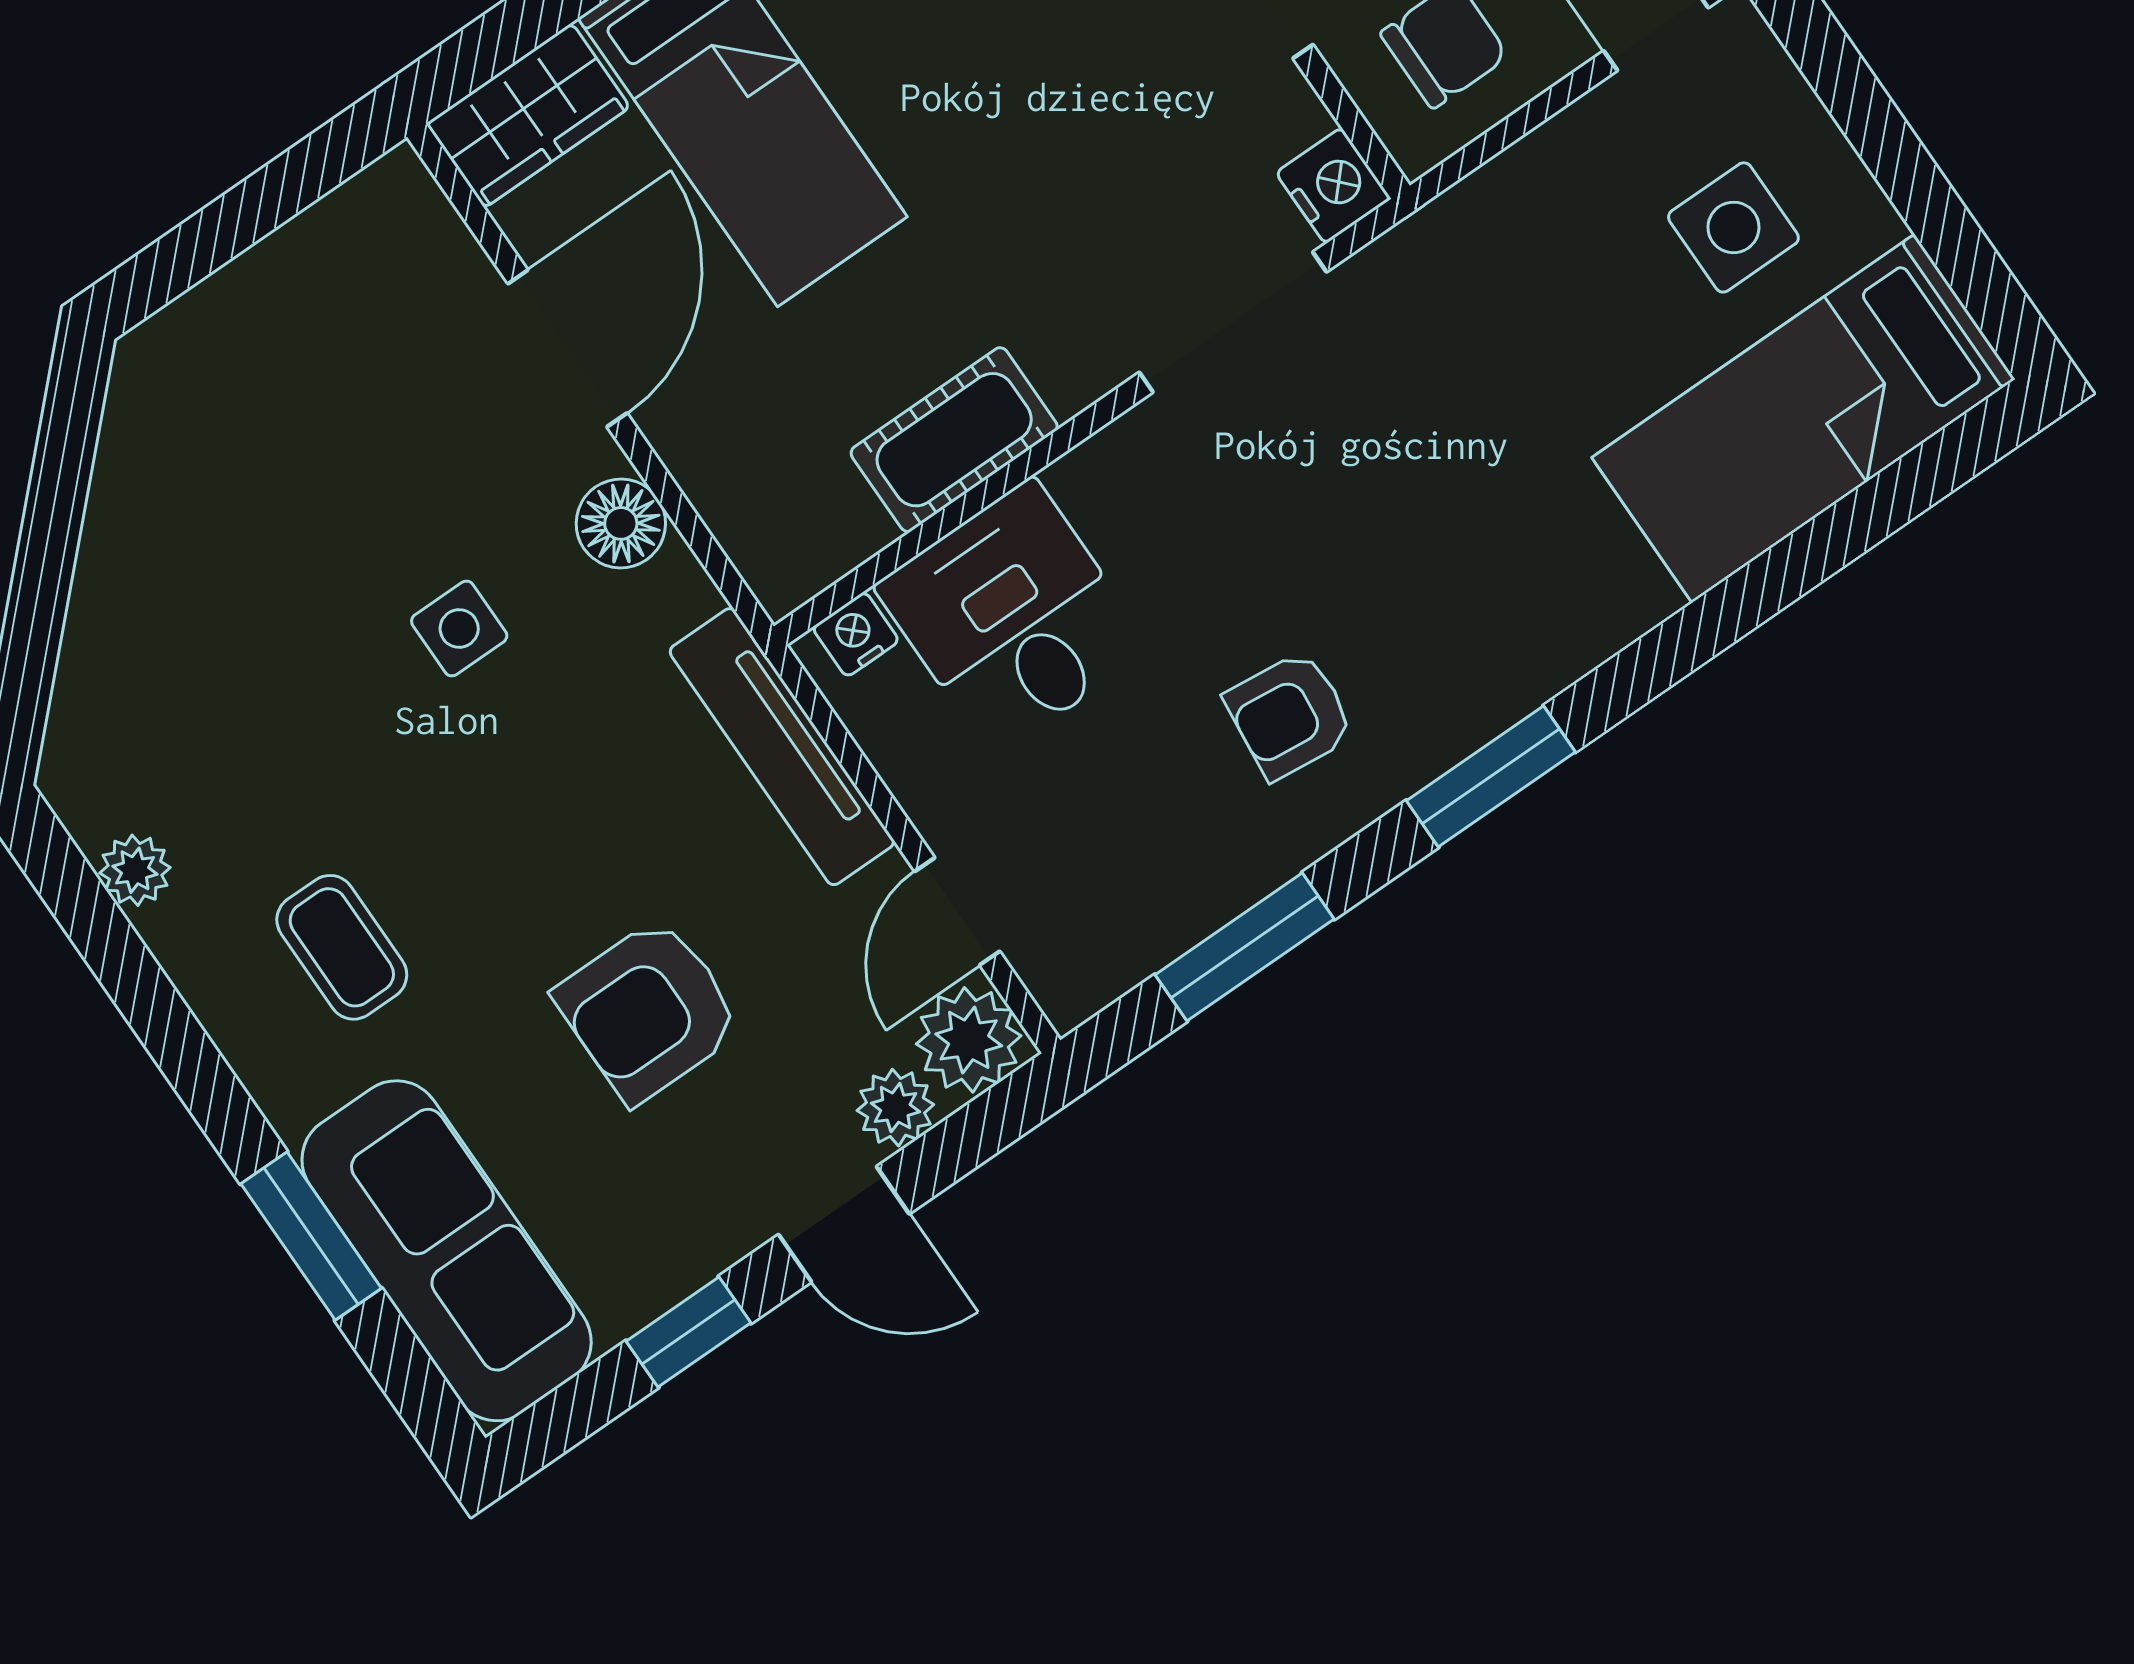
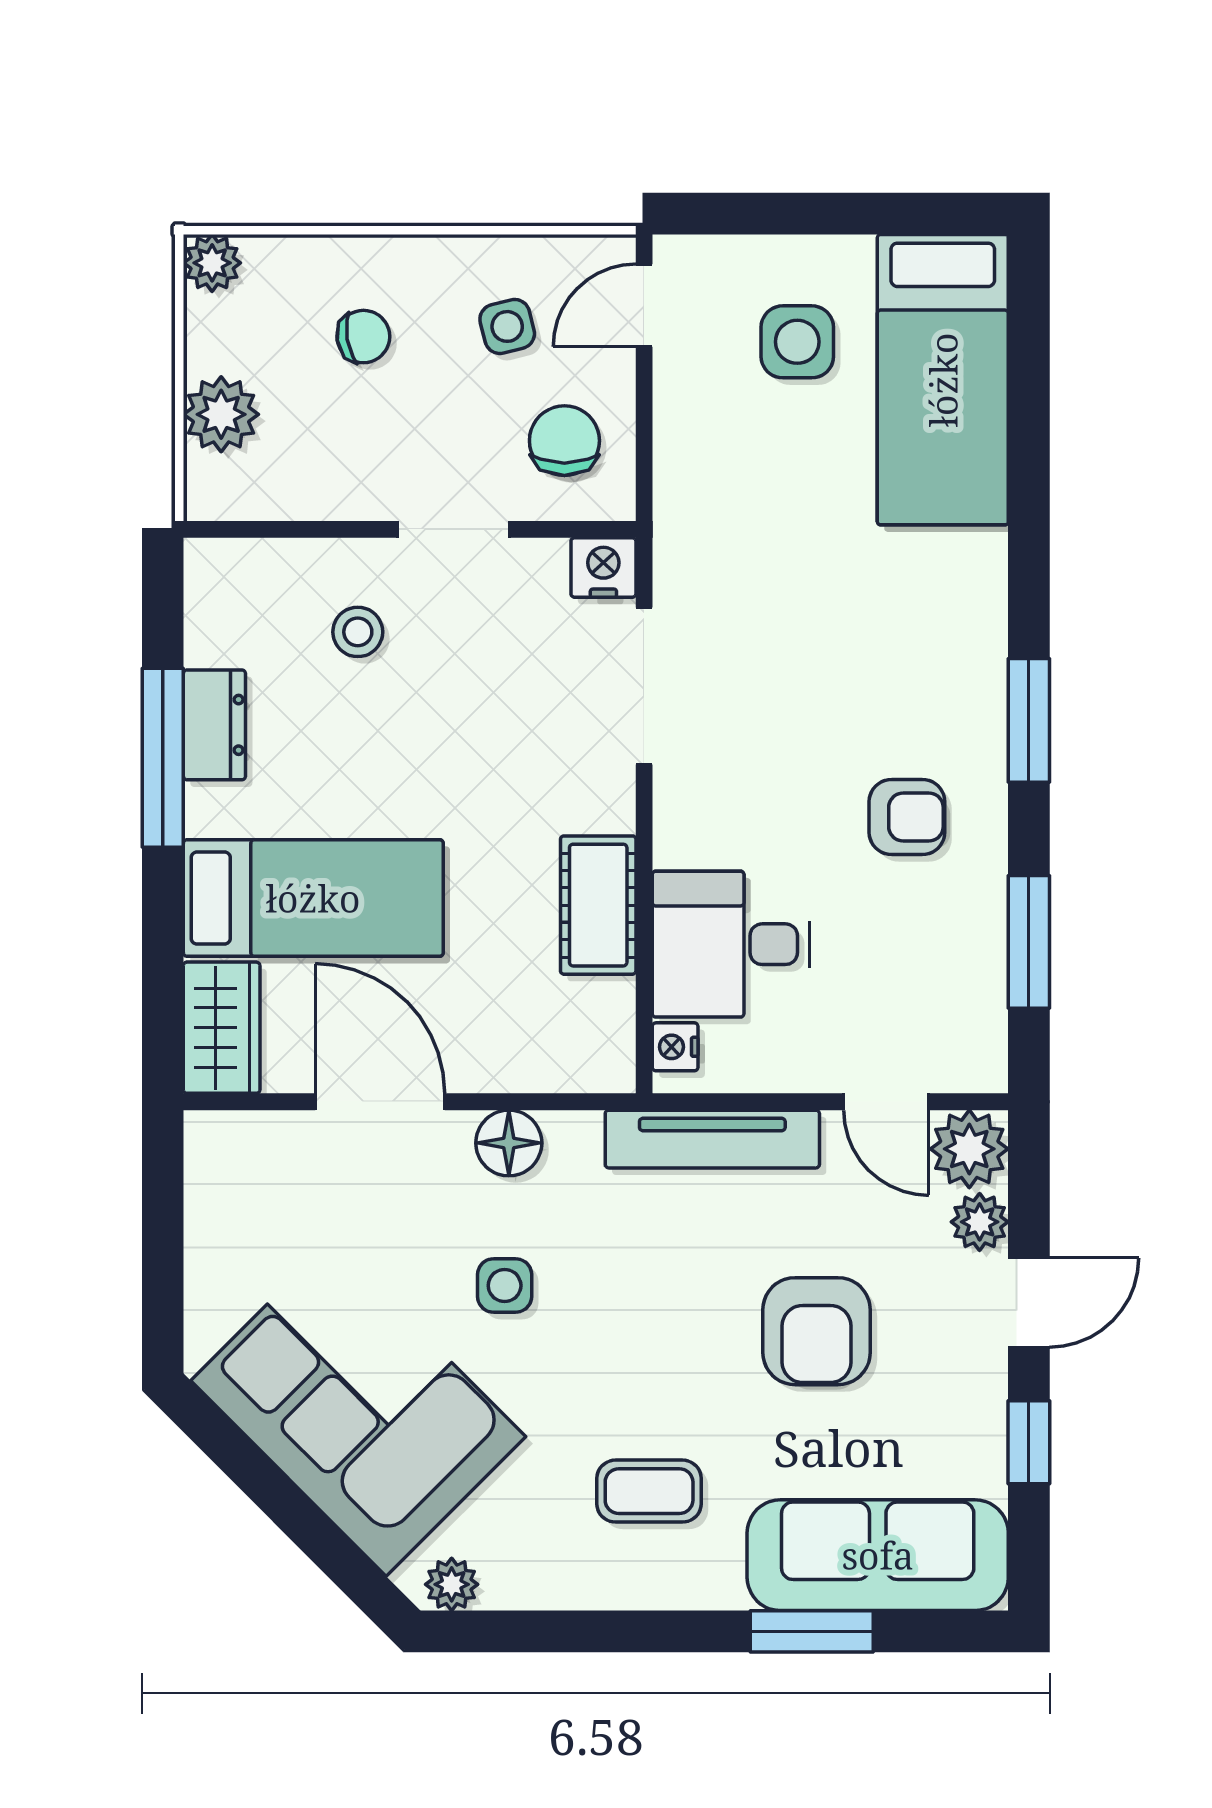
corner sofa: (210, 561) -> (358, 1409), added
armchair: (1290, 715) -> (907, 817), turned -96
plant: (135, 870) -> (452, 1584), moved

